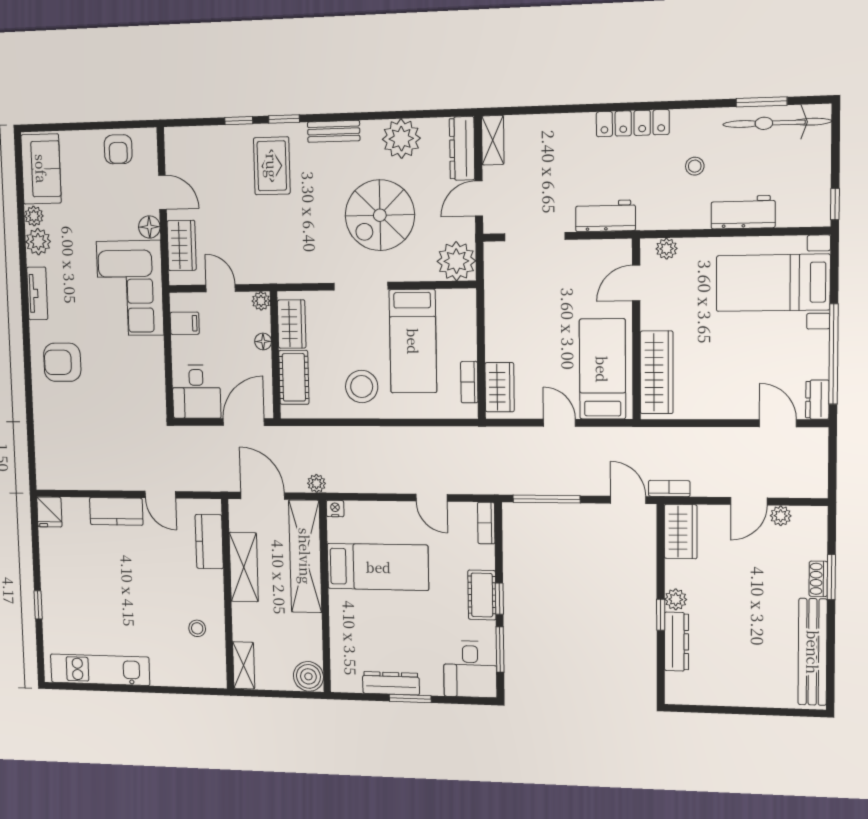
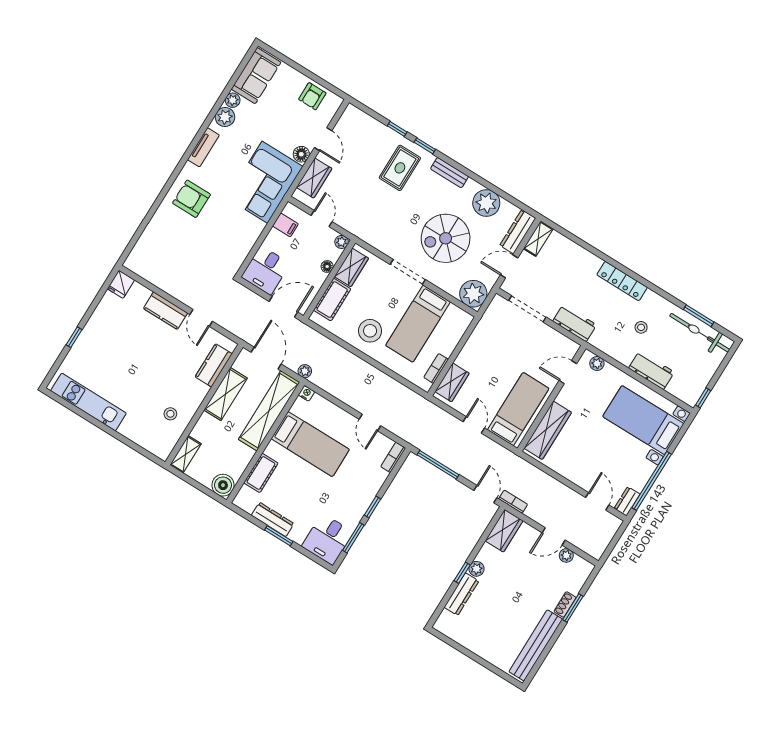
cot: (482, 595) -> (261, 473), moved

